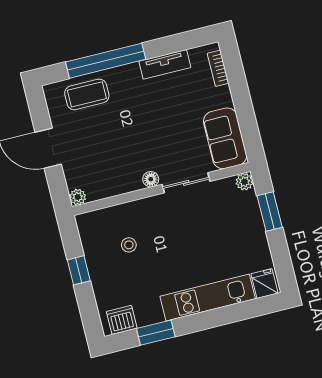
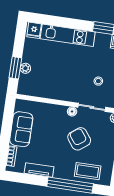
sofa: (225, 138) -> (21, 129), moved
armchair: (121, 140) -> (79, 139), added
plant: (244, 182) -> (25, 68), moved
sliding door: (186, 183) -> (92, 107), moved

